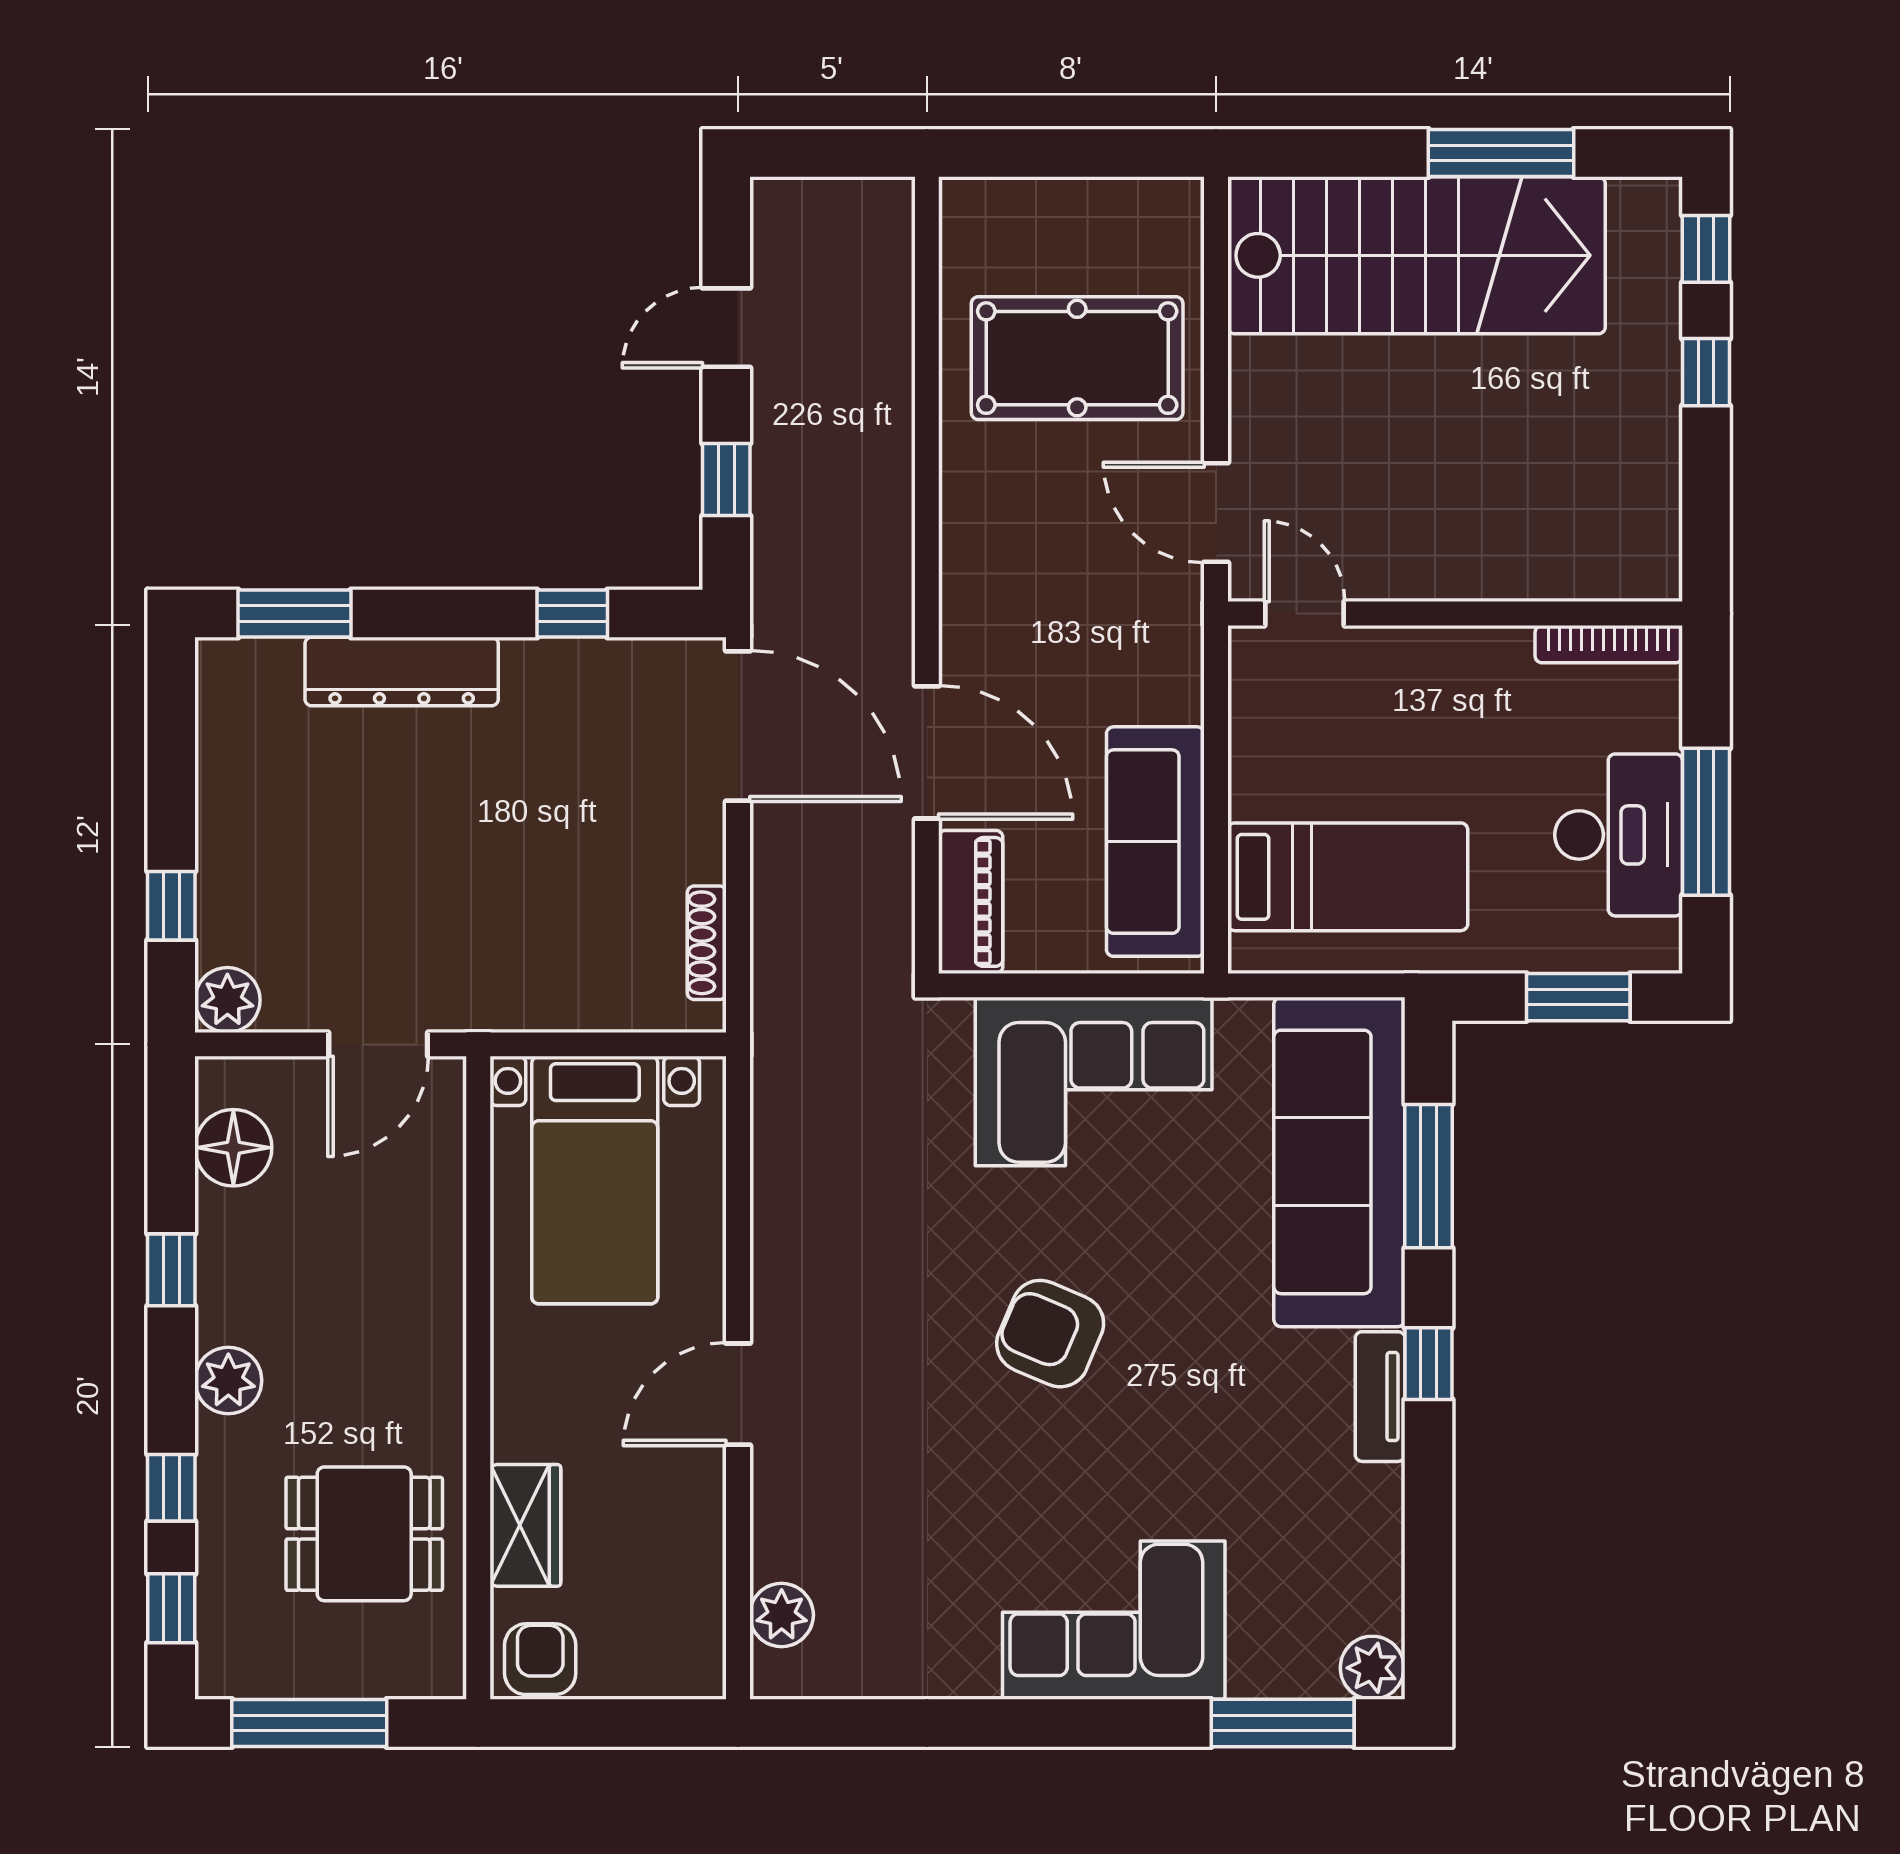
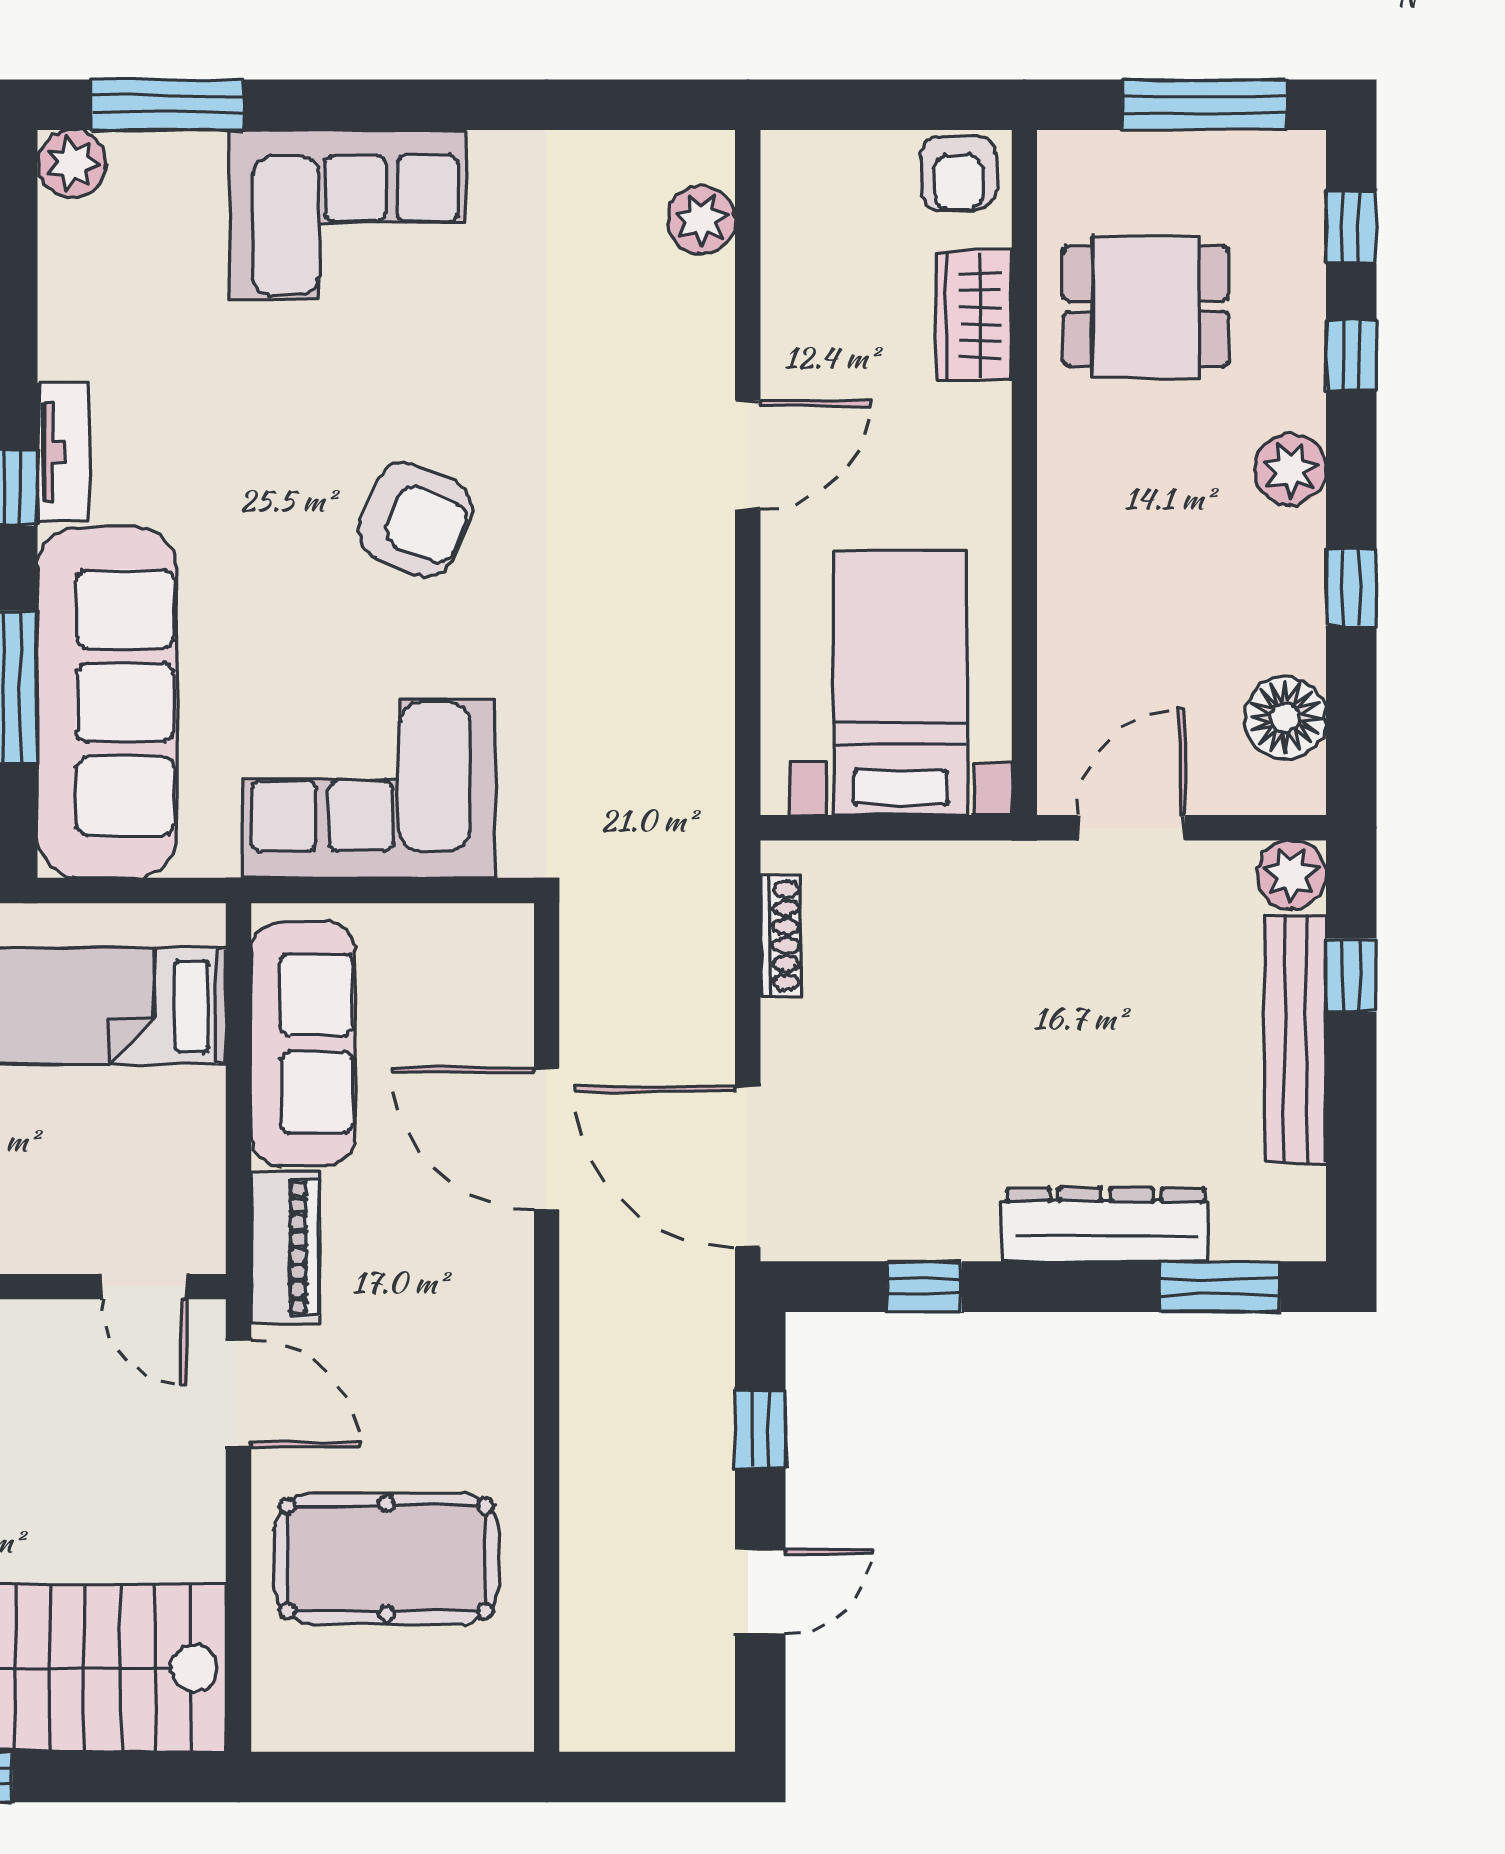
bench: (224, 846) -> (1295, 1039), added
piano: (971, 902) -> (285, 1247), moved, turned 180

